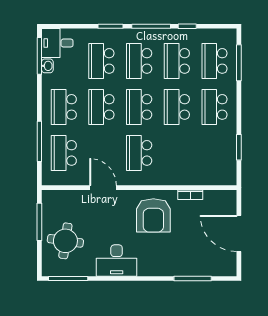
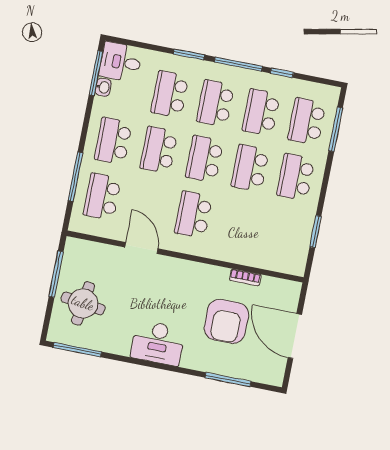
armchair: (153, 215) -> (226, 321), moved
desk: (117, 261) -> (158, 343), moved

